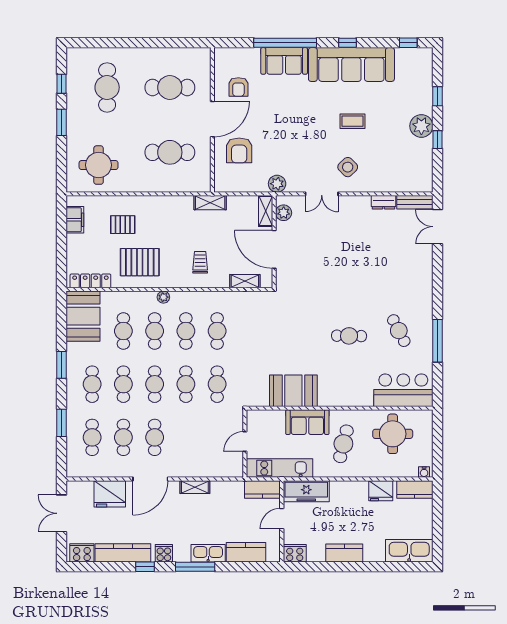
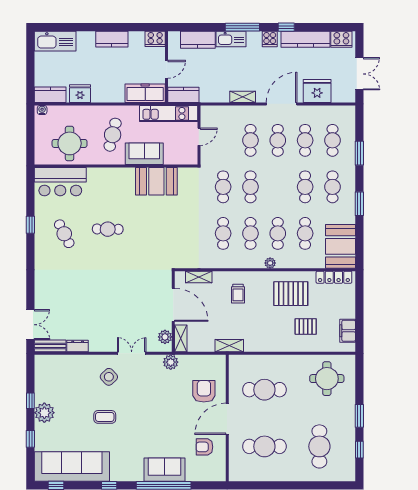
sofa: (351, 65) -> (72, 467), moved
armchair: (238, 87) -> (204, 447), turned -90
window: (437, 341) -> (30, 225), width x0.46
cafe table: (155, 384) -> (250, 140), moved

